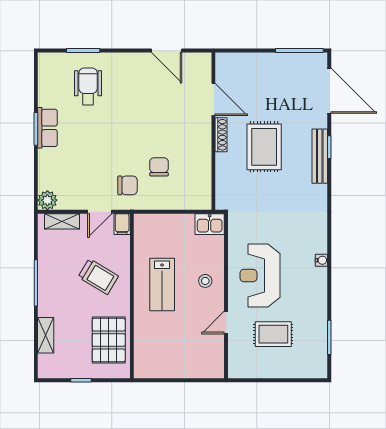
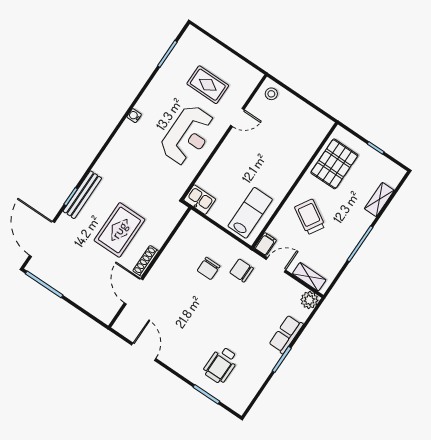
row of seats: (47, 128) -> (286, 334), moved
stool: (205, 281) -> (271, 94), moved
lab bench: (162, 284) -> (250, 213), moved

